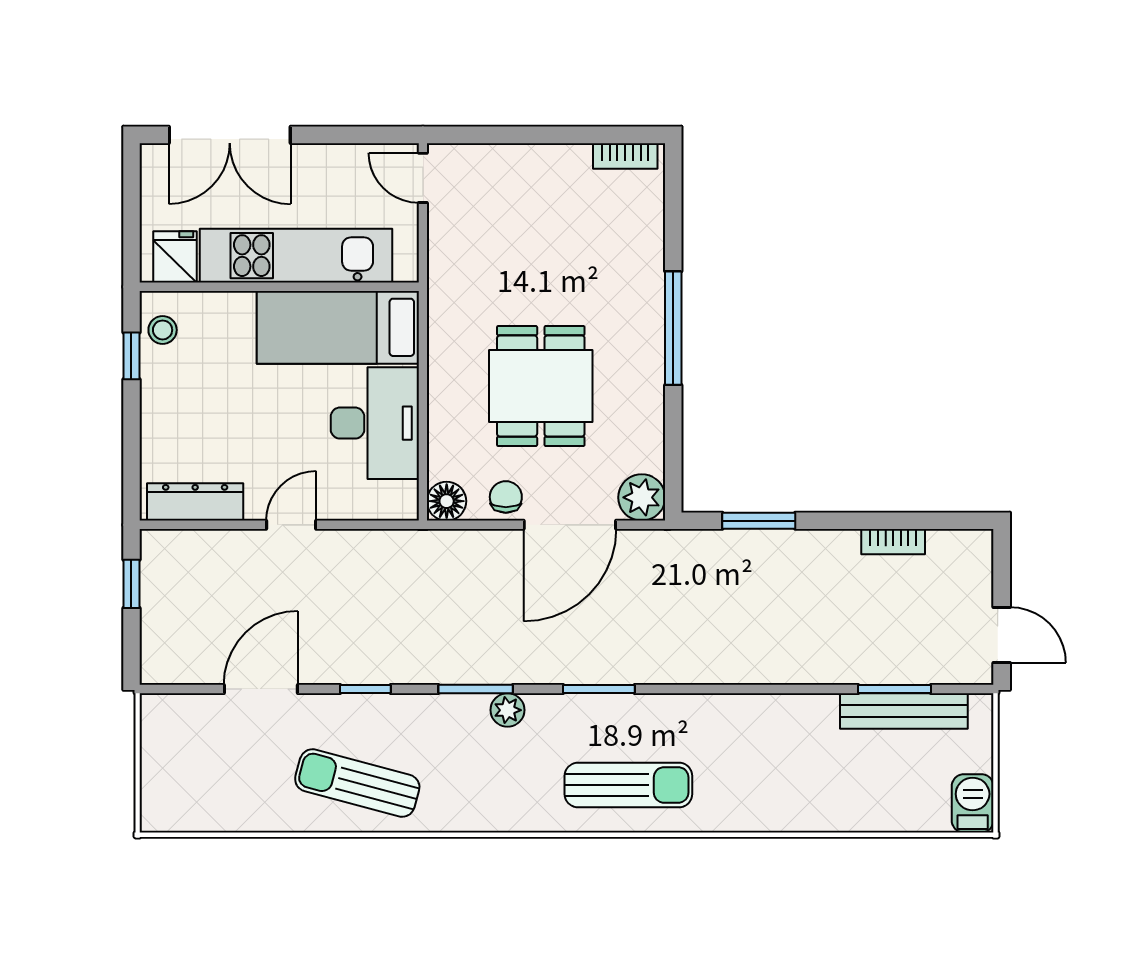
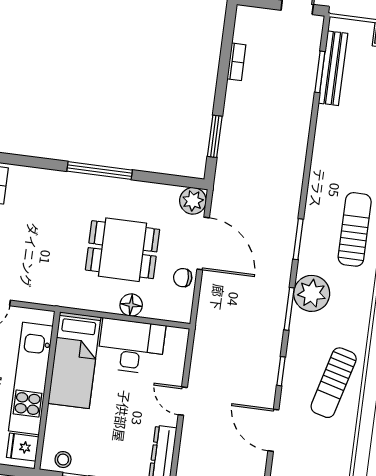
floor lamp: (447, 501) -> (131, 305), moved
plant: (508, 710) -> (312, 293), width x1.87, depth x1.87

